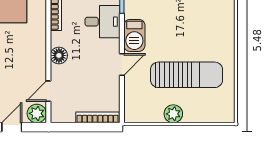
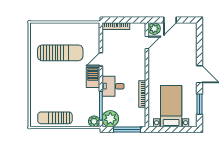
floor lamp: (59, 55) -> (140, 65), removed
sun lounger: (187, 75) -> (60, 53), turned 180
plant: (173, 114) -> (69, 28), removed

